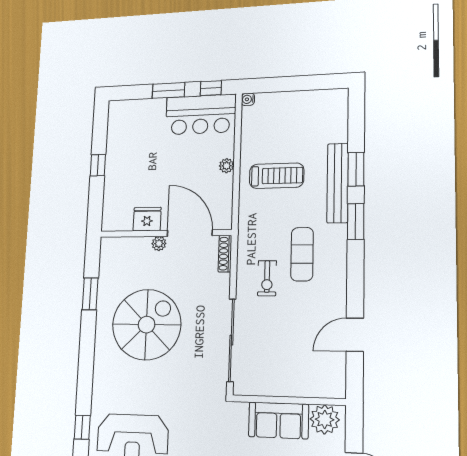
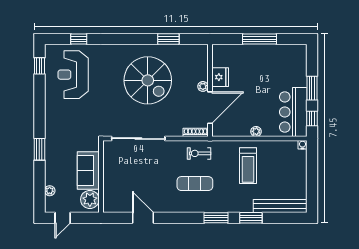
window: (98, 165) -> (259, 39), width x2.17
bench: (338, 183) -> (280, 206), moved
exercise bike: (267, 278) -> (199, 153), moved

